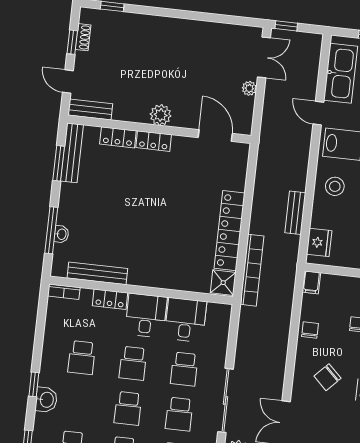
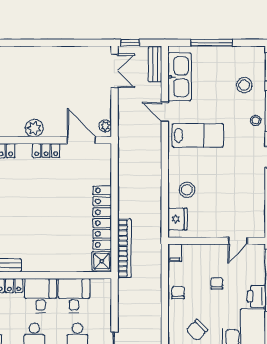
plant: (249, 88) -> (105, 126), moved
locker: (154, 141) -> (46, 150), moved
stool: (335, 186) -> (187, 190), moved
bench: (295, 213) -> (155, 64), moved

